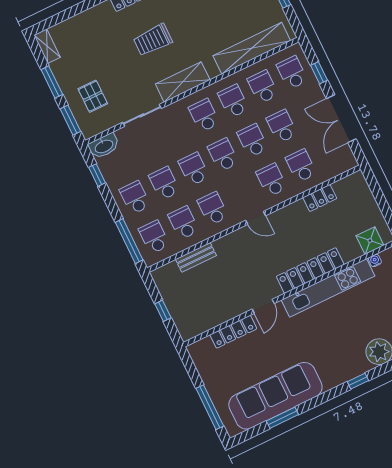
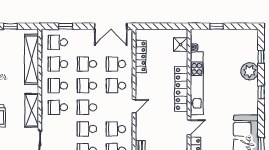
double door: (341, 119) -> (111, 26), moved
locker: (320, 198) -> (141, 56), width x1.53
door: (263, 306) -> (189, 127), hinge flipped

